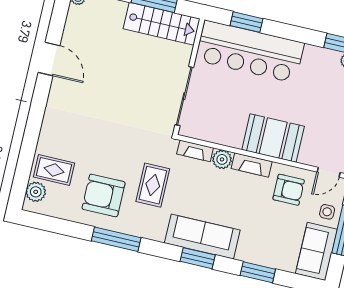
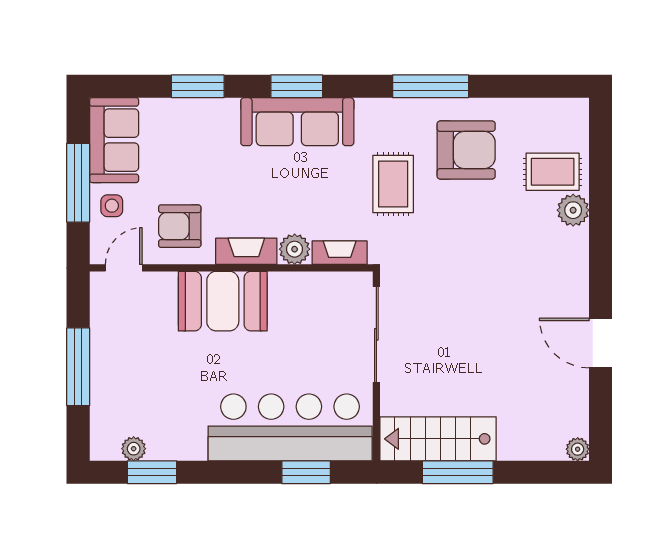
plant: (36, 192) -> (573, 210), moved

